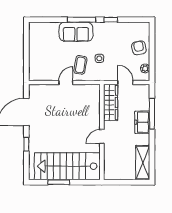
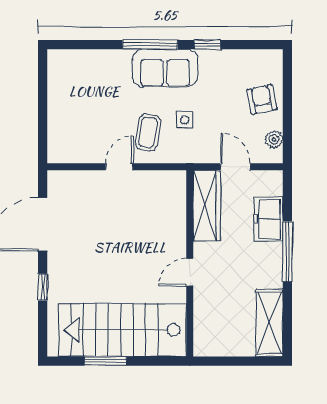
sofa: (76, 32) -> (165, 68), moved
window: (152, 114) -> (287, 252), moved
freezer: (142, 122) -> (268, 219), moved

